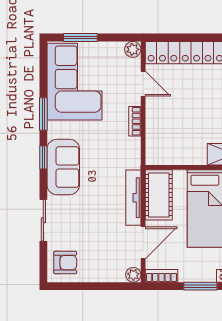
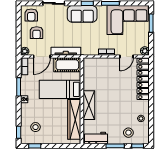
door: (143, 243) -> (42, 56), hinge flipped
armchair: (98, 253) -> (37, 33), added

